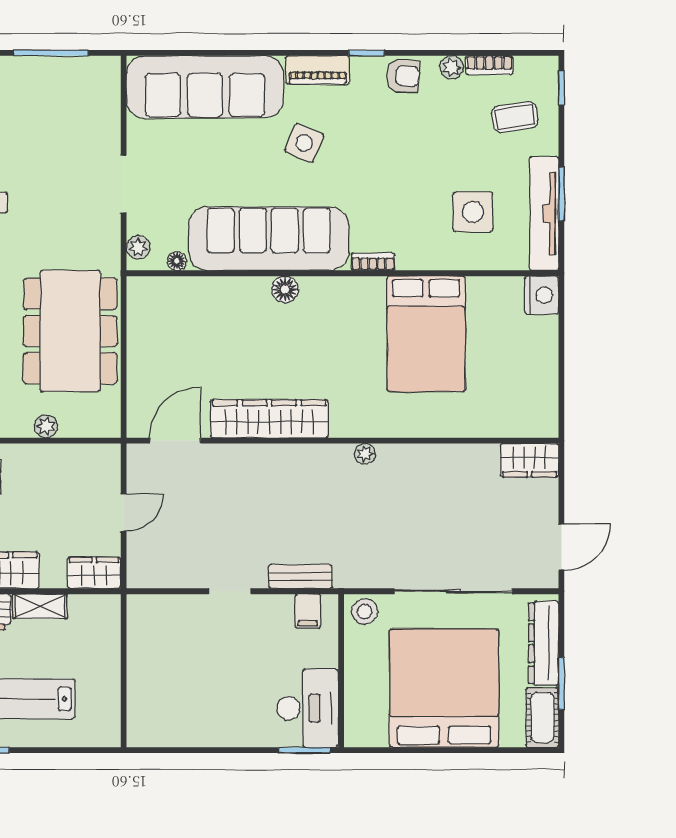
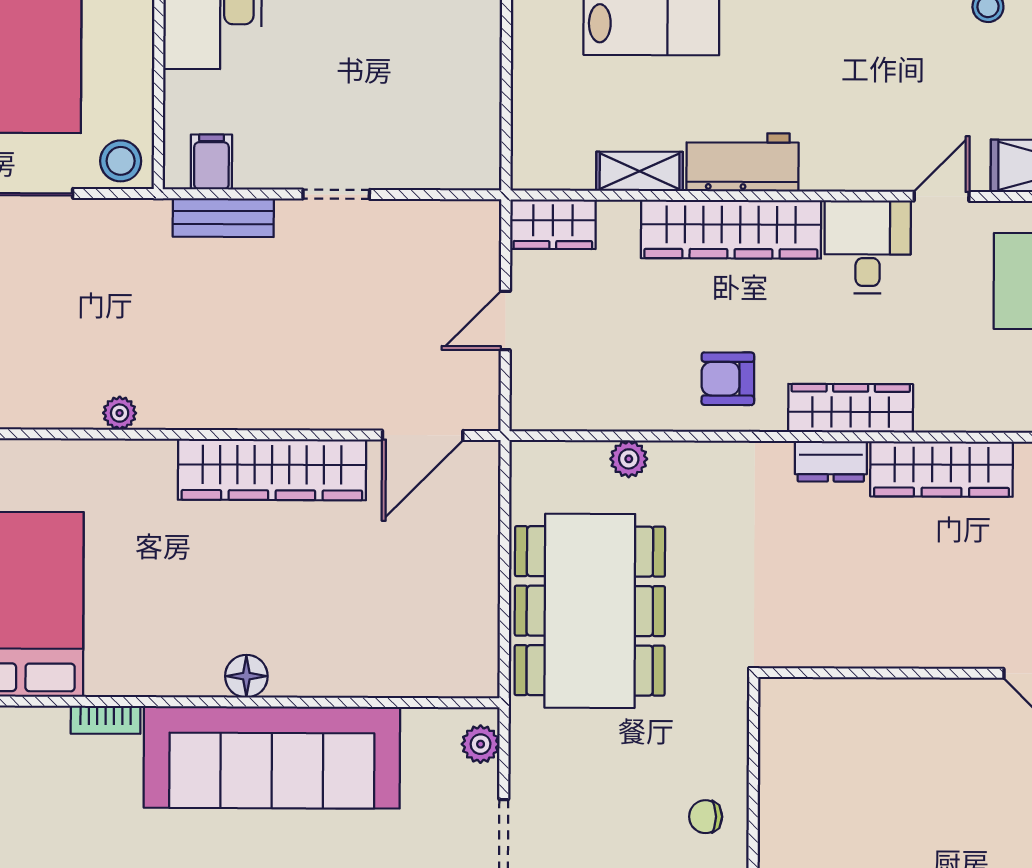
floor lamp: (177, 261) -> (419, 722), removed

